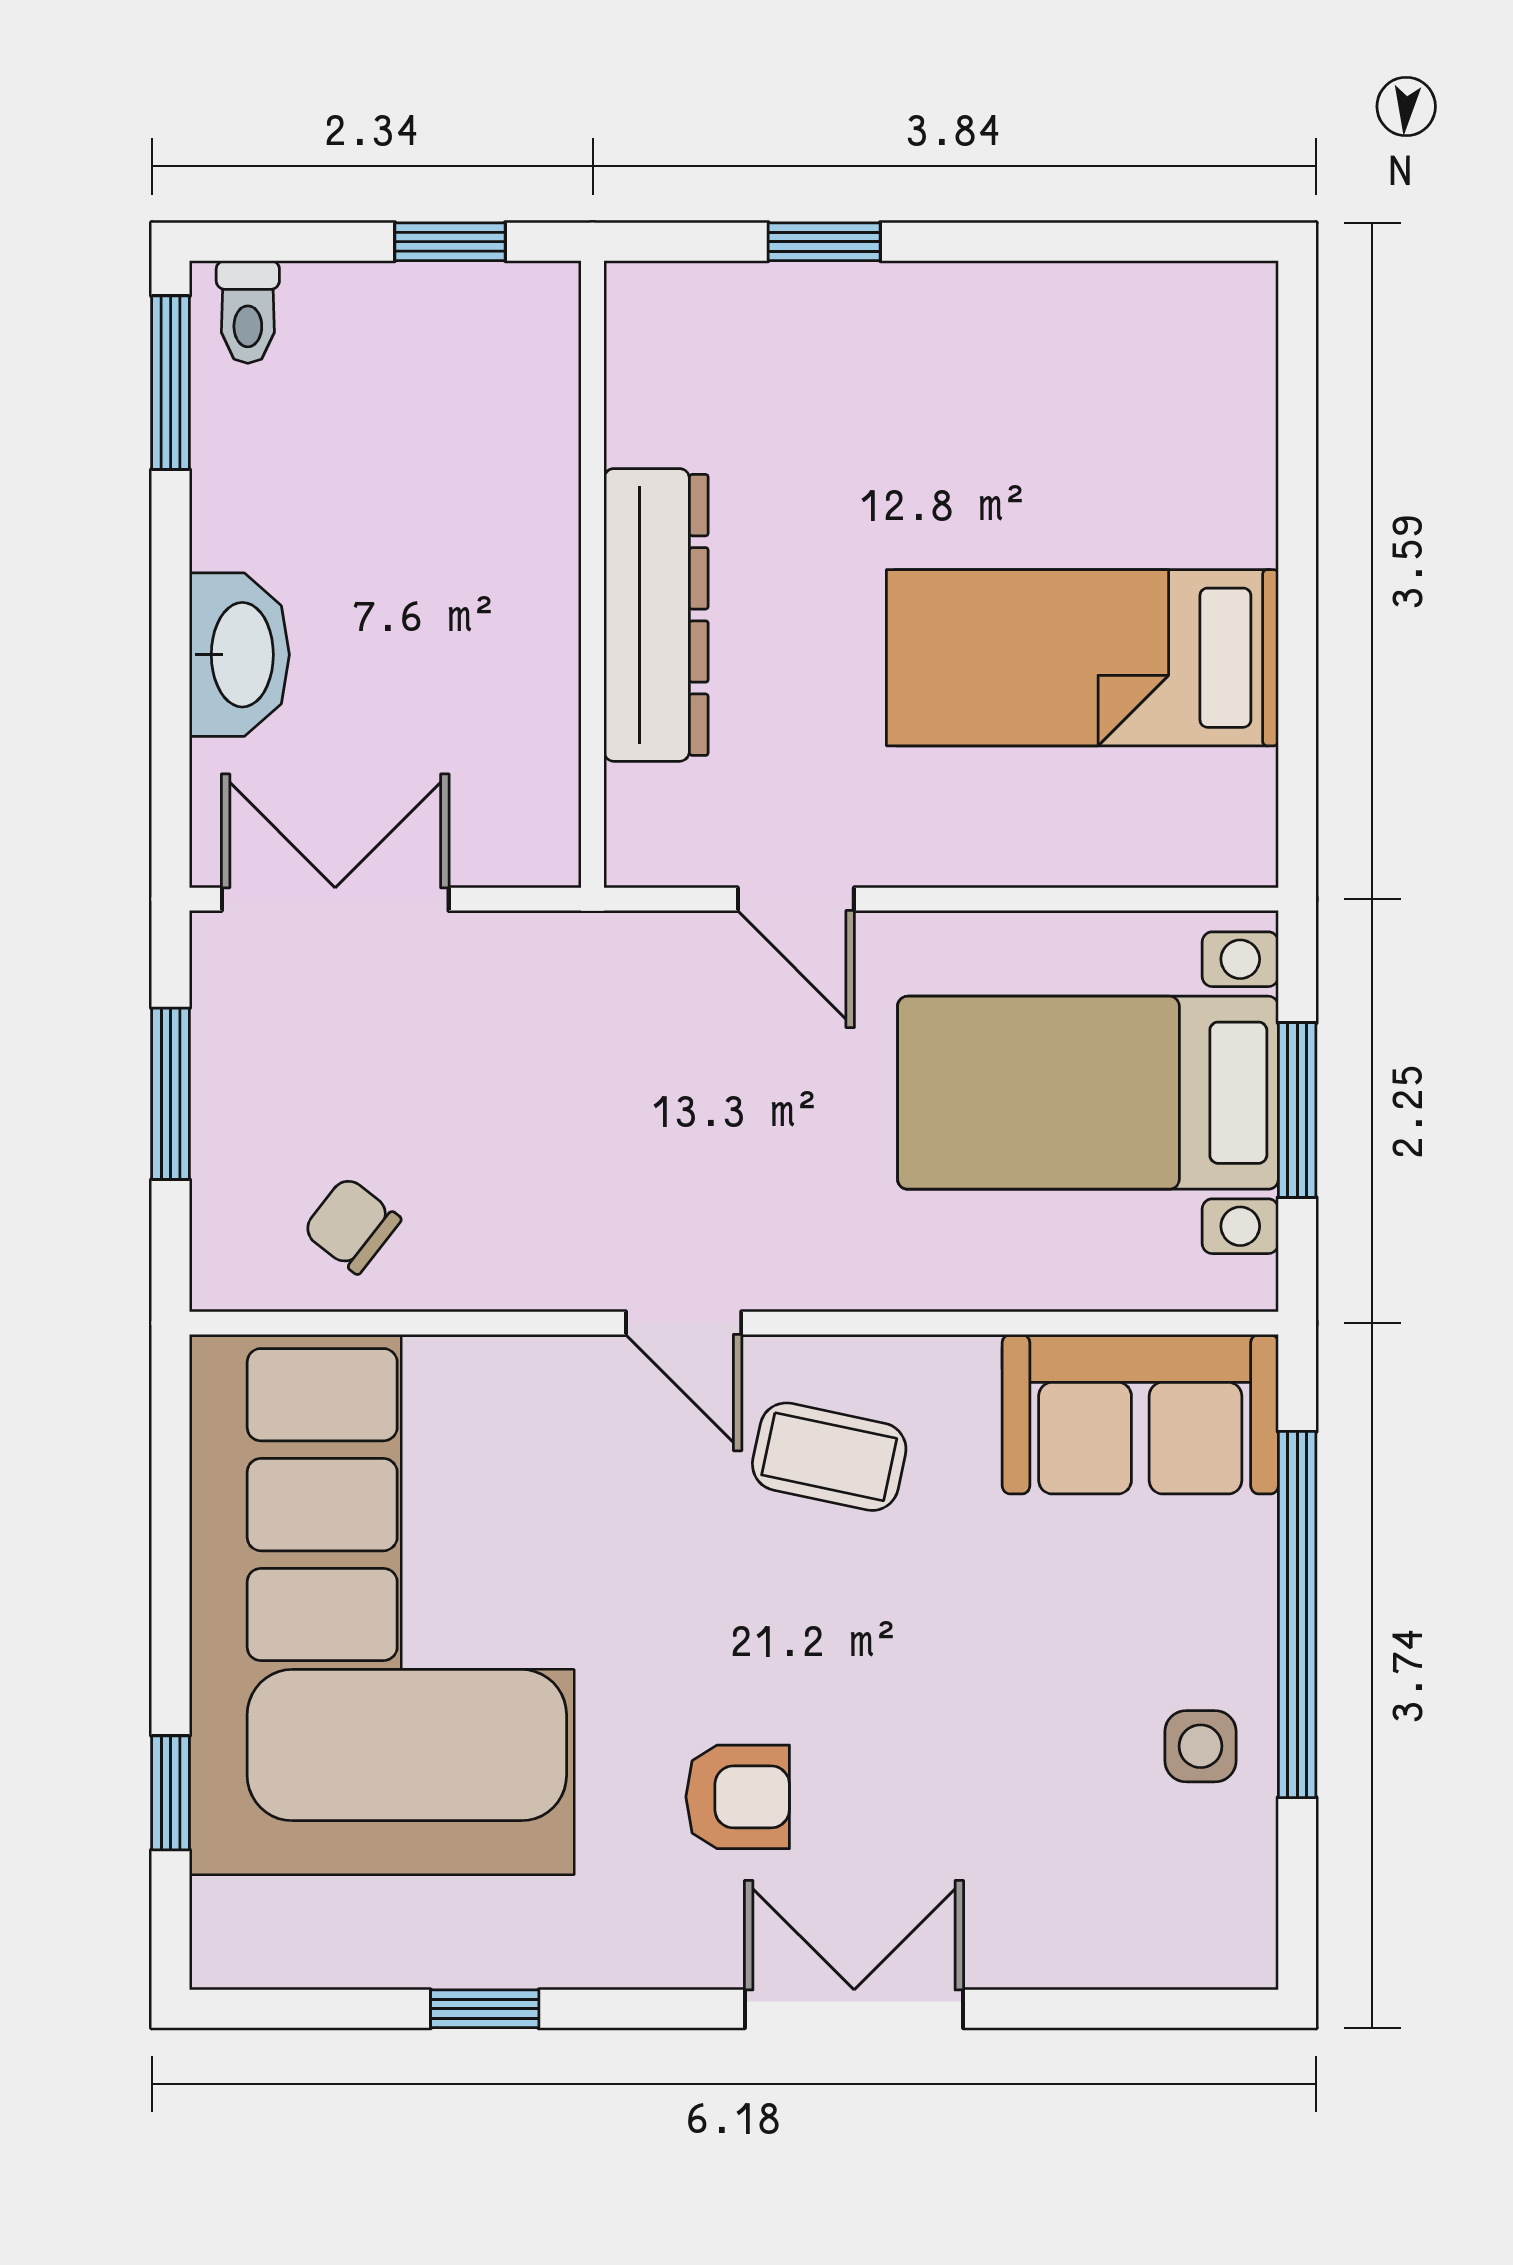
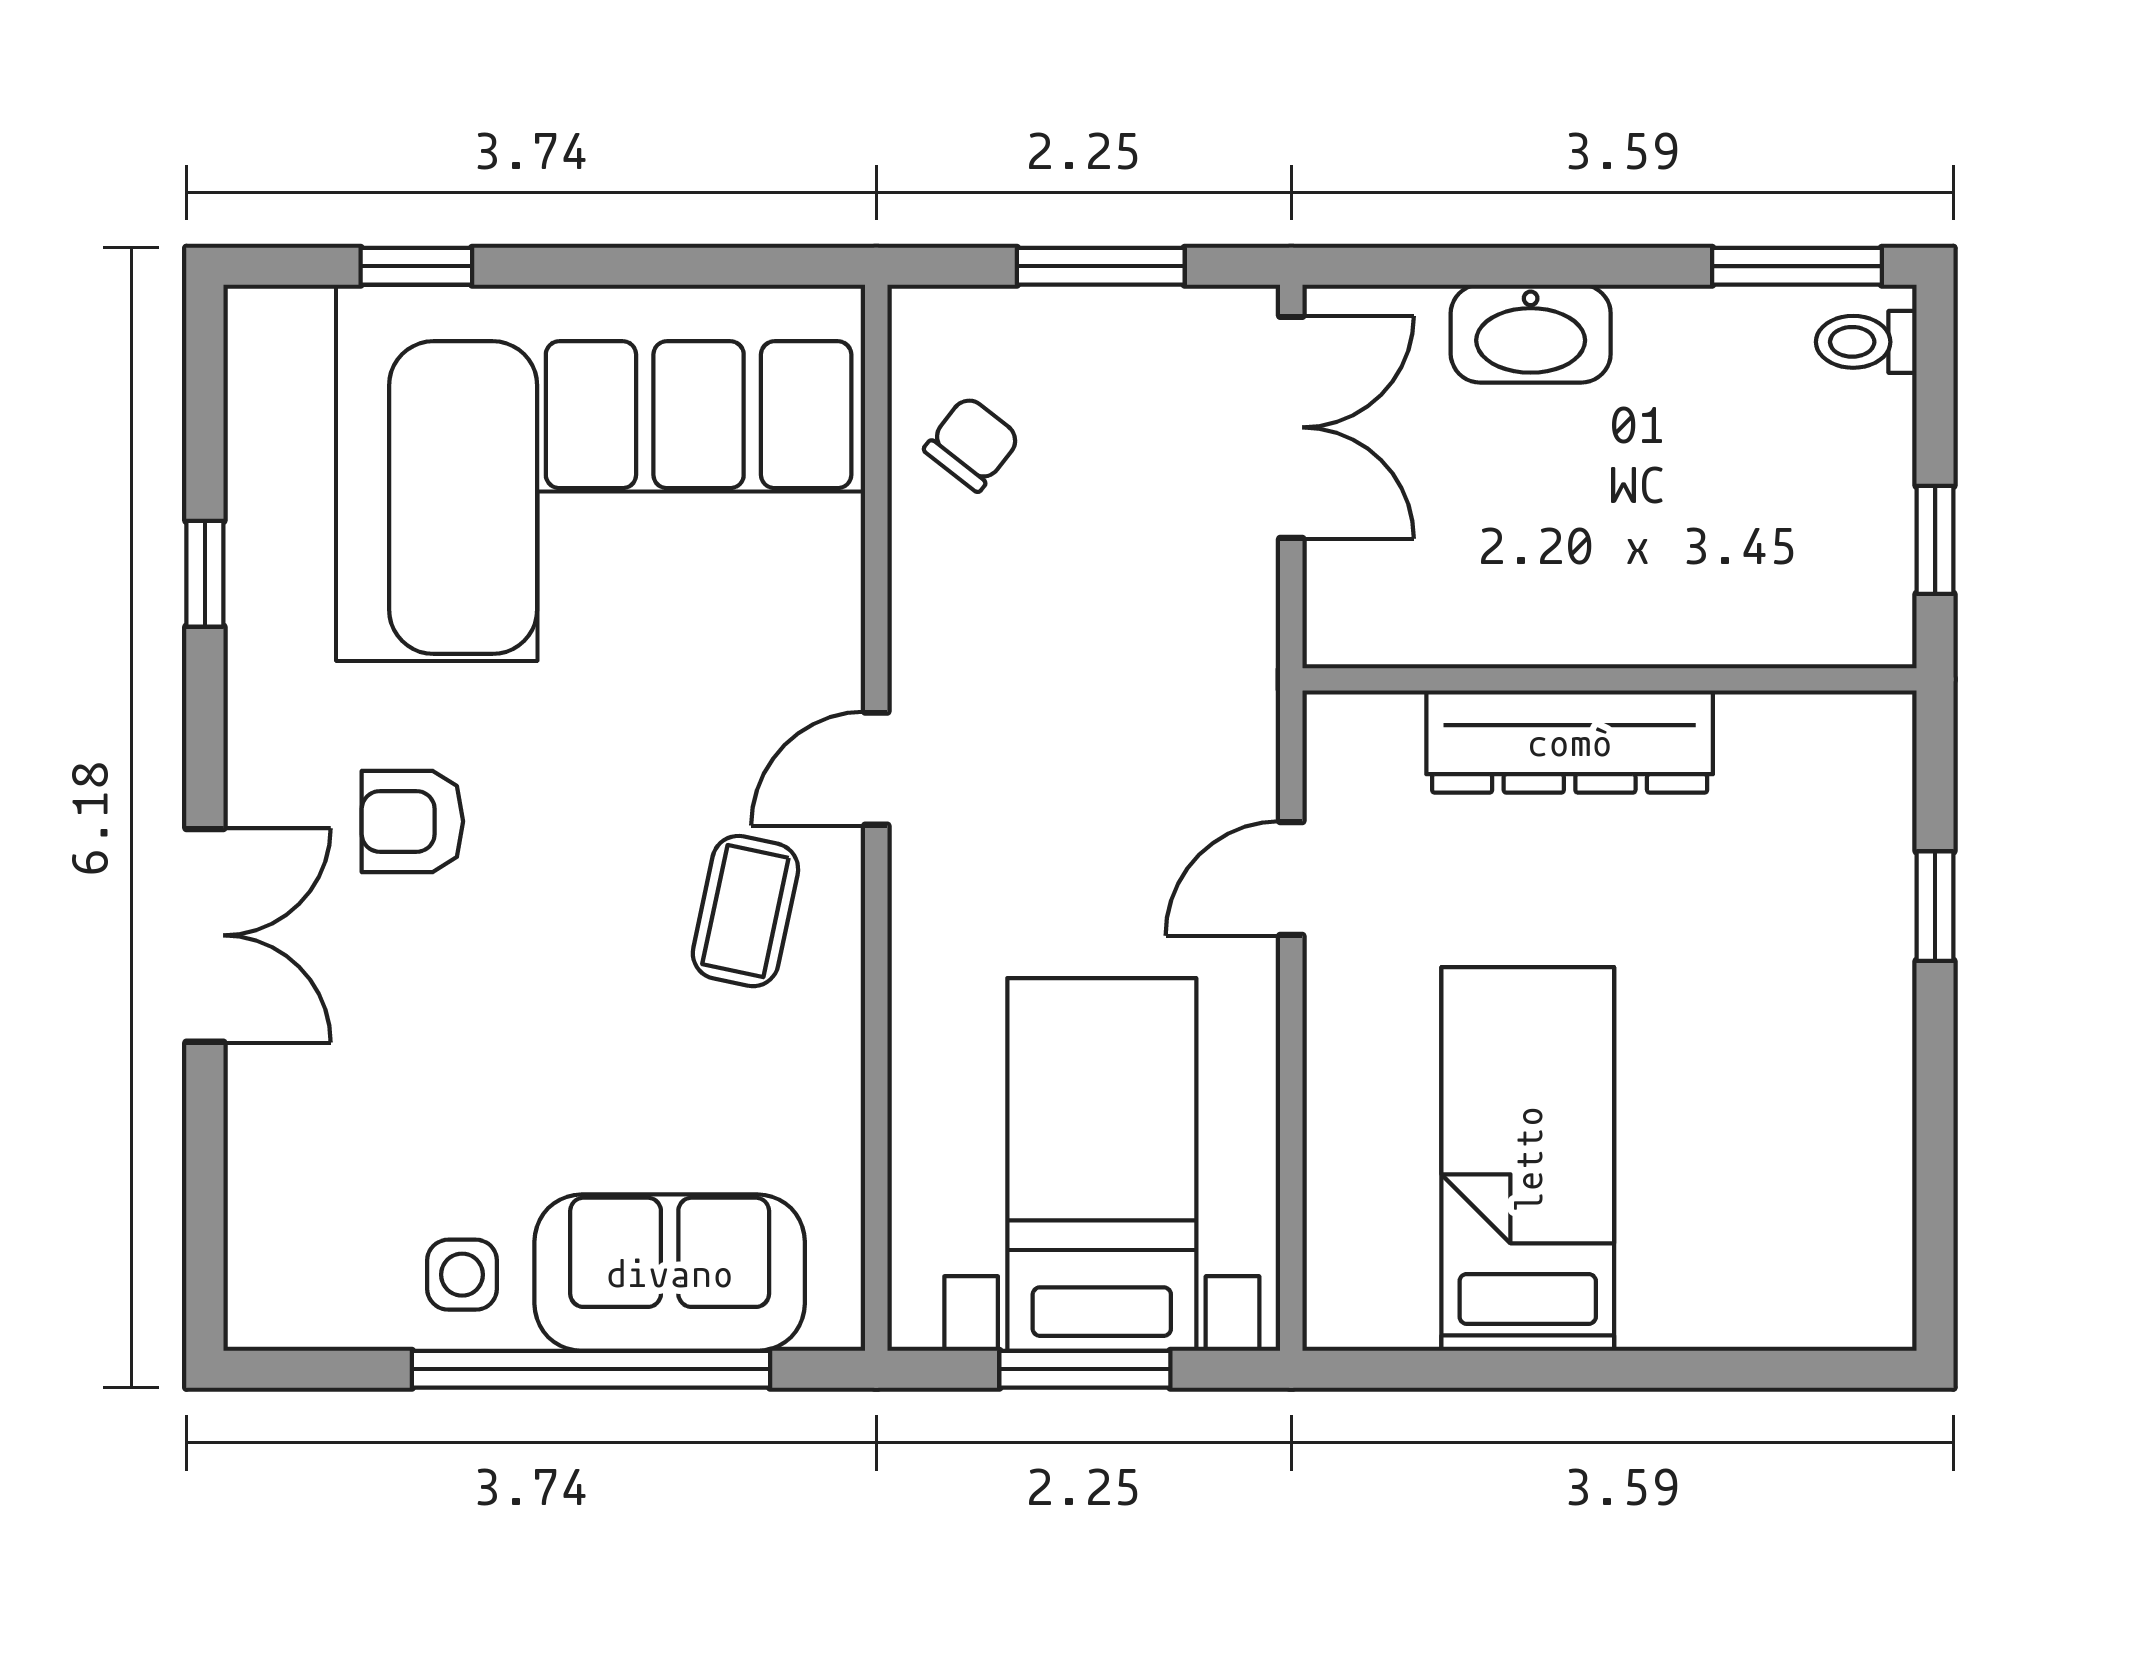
sofa: (1140, 1414) -> (670, 1273), moved, turned 90
armchair: (738, 1797) -> (412, 821), turned 90

